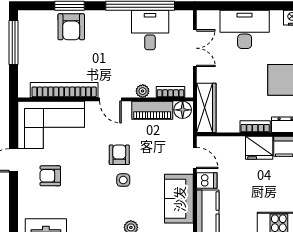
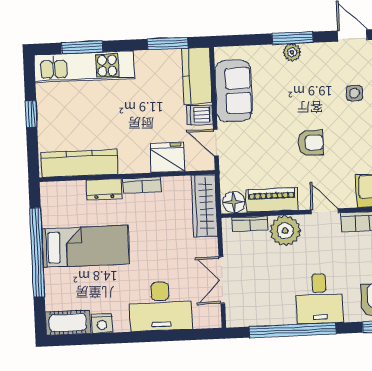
desk: (150, 30) -> (319, 299), moved
plant: (143, 91) -> (285, 231), width x1.87, depth x1.87
fridge: (259, 148) -> (167, 158), moved
armchair: (119, 155) -> (311, 143), turned -90
side table: (123, 180) -> (354, 93), moved

